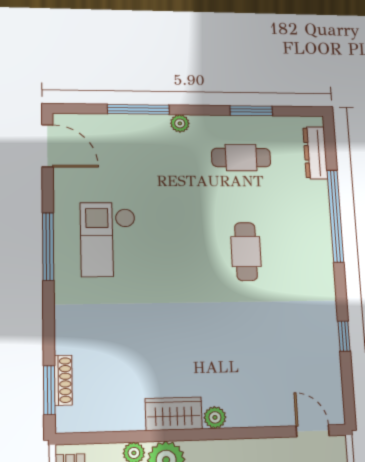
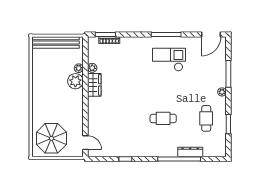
dresser: (315, 153) -> (190, 152), moved
plant: (215, 417) -> (92, 68), moved
door: (313, 431) -> (85, 143), hinge flipped

